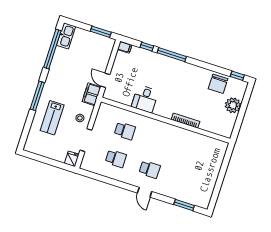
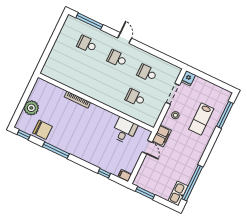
window: (172, 55) -> (56, 150), moved
chair: (218, 84) -> (43, 130), turned 90
window: (37, 96) -> (225, 115), moved
desk: (145, 99) -> (124, 131), moved
lab bench: (52, 118) -> (201, 119), turned 180
school desk: (183, 180) -> (87, 44), added
window: (184, 205) -> (89, 21), width x1.44

